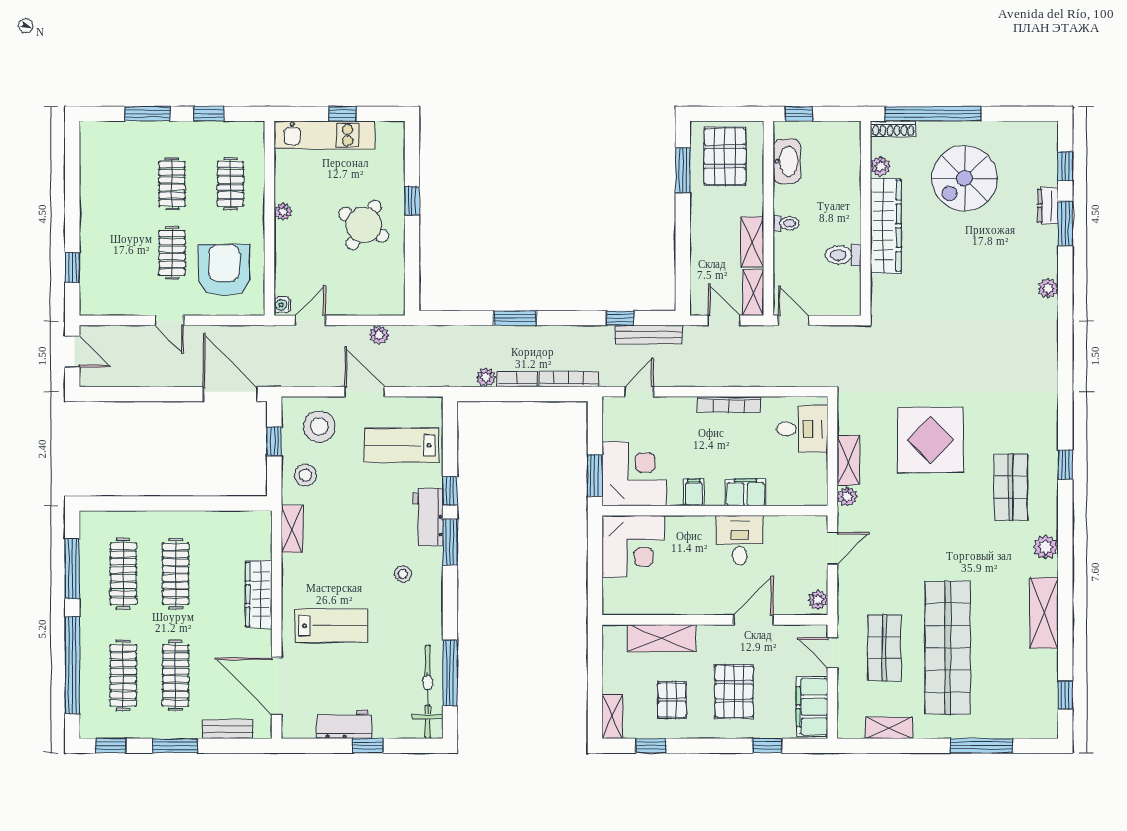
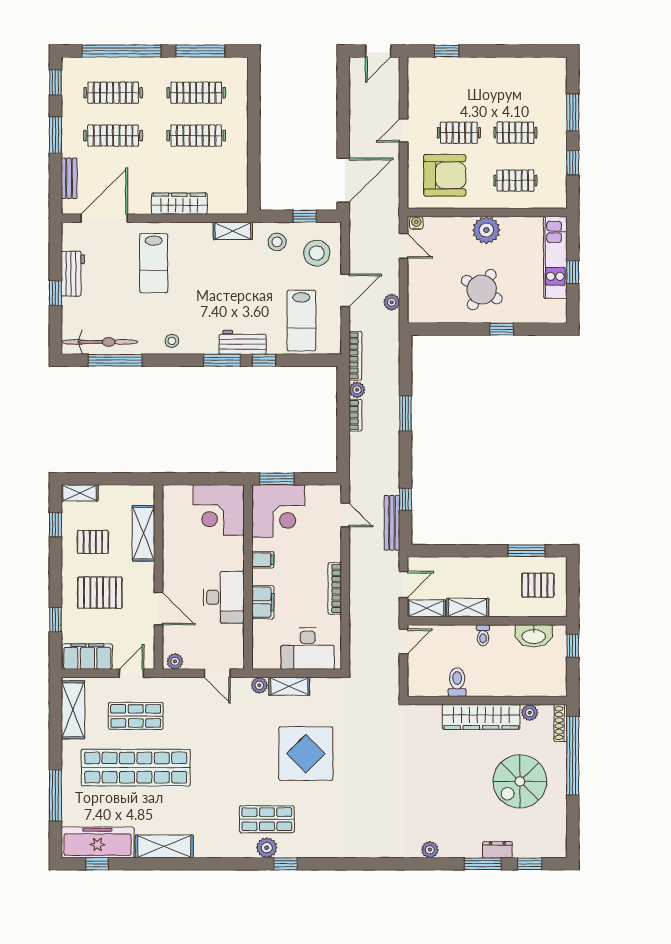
pallet: (725, 156) -> (538, 585), width x0.67, depth x0.71
spiral stairs: (965, 178) -> (520, 781), turned -90
plant: (283, 211) -> (486, 230), width x1.88, depth x1.88
bookcase: (569, 379) -> (355, 356), moved
desk: (802, 429) -> (308, 649), width x1.37
lab bench: (402, 445) -> (301, 321), turned 180
desk: (740, 540) -> (224, 597), width x1.37
plant: (1046, 547) -> (267, 848), moved
stool: (403, 574) -> (172, 341), moved
freezer: (1039, 694) -> (97, 842), added
shelving: (889, 728) -> (73, 710), width x1.50, depth x1.33

